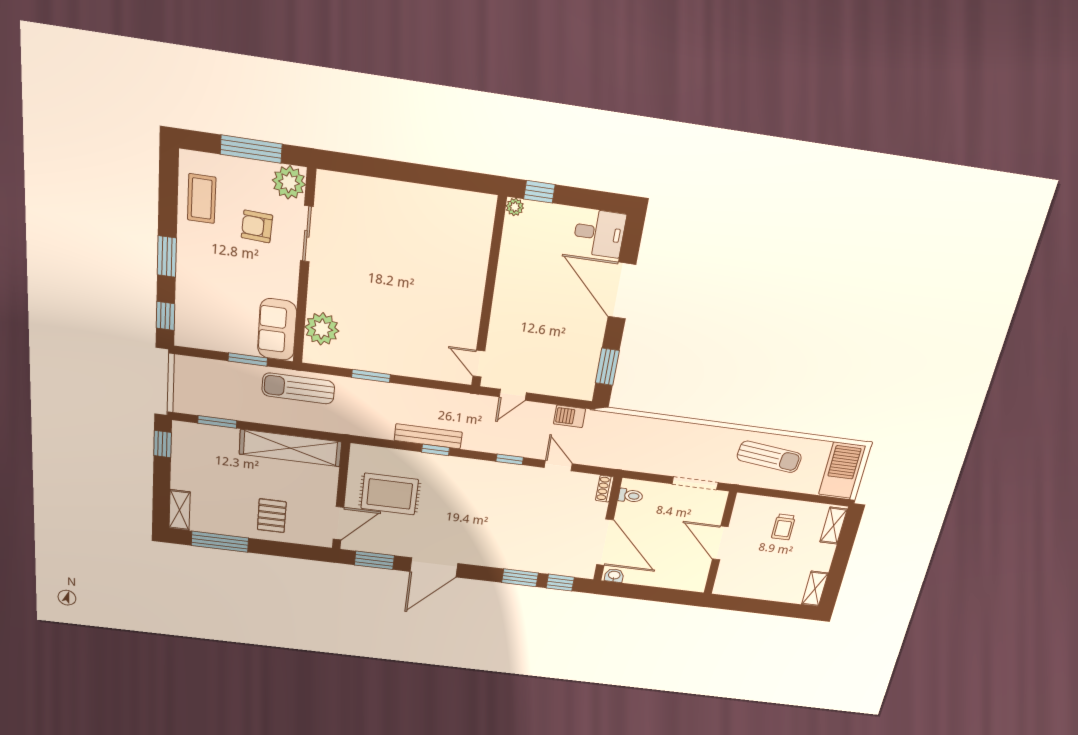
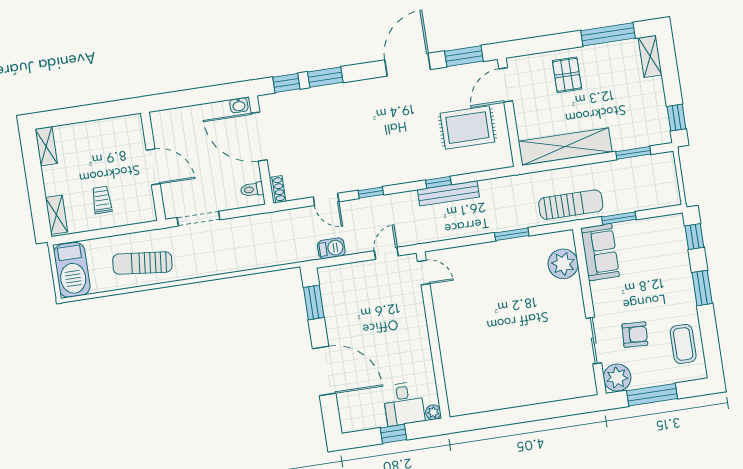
window: (539, 192) -> (393, 434), moved
desk: (599, 233) -> (404, 404), moved, turned -90

